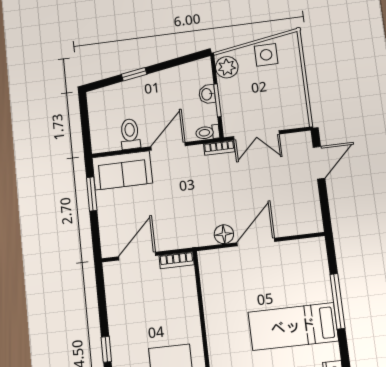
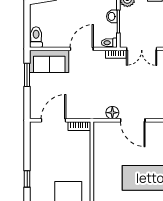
toilet: (130, 134) -> (36, 37), moved
door: (256, 242) -> (133, 120), swing flipped

